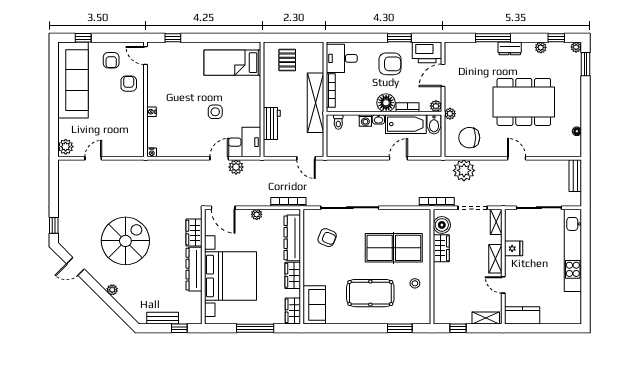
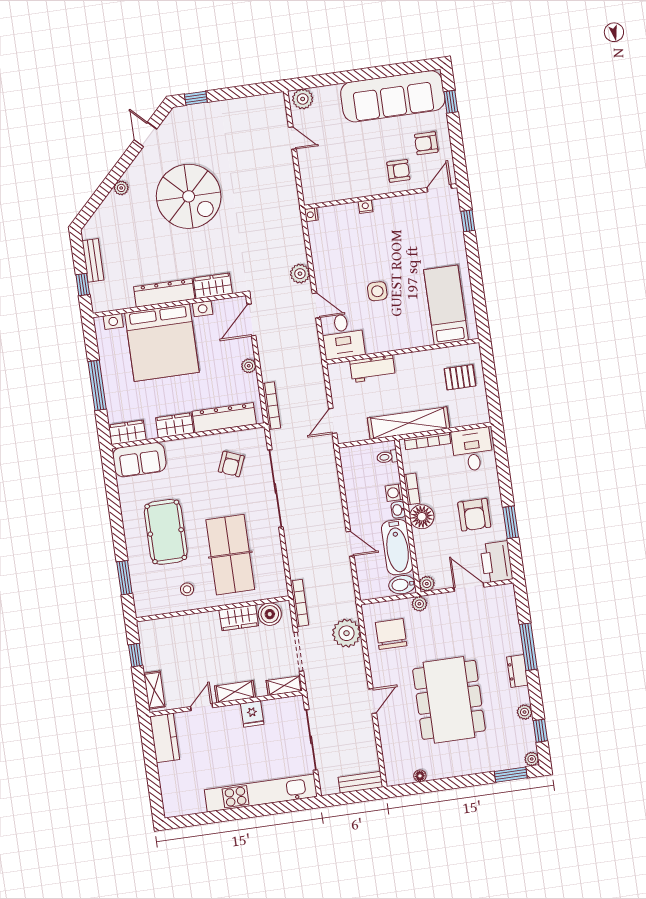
bookcase: (408, 107) -> (412, 489), moved
plant: (236, 167) -> (300, 274), moved

